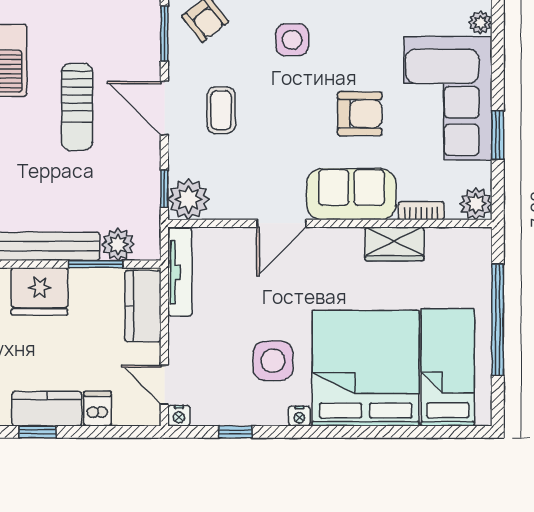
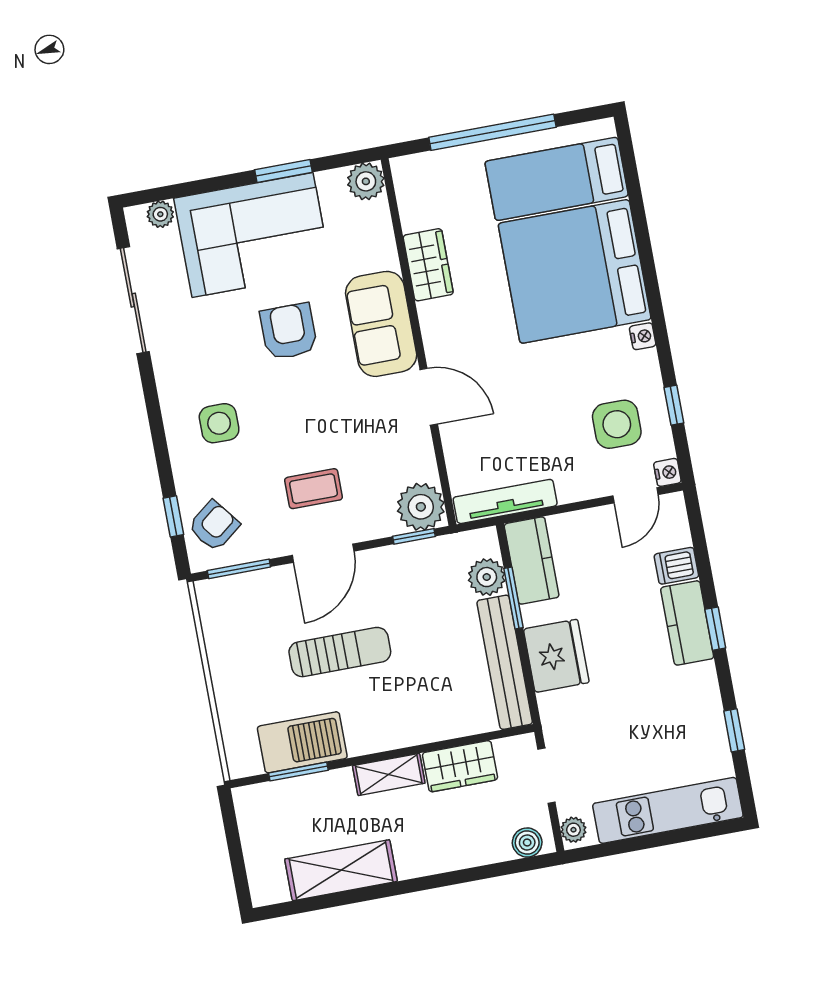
bookcase: (421, 211) -> (385, 242), removed
kitchen counter: (143, 306) -> (532, 561), moved, turned -90
side table: (273, 361) -> (617, 424), moved

